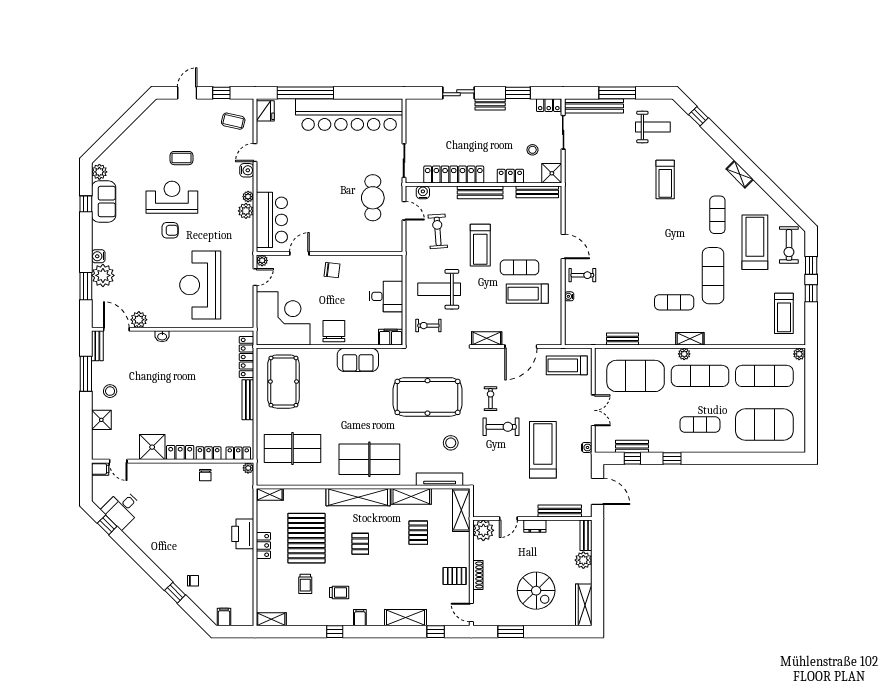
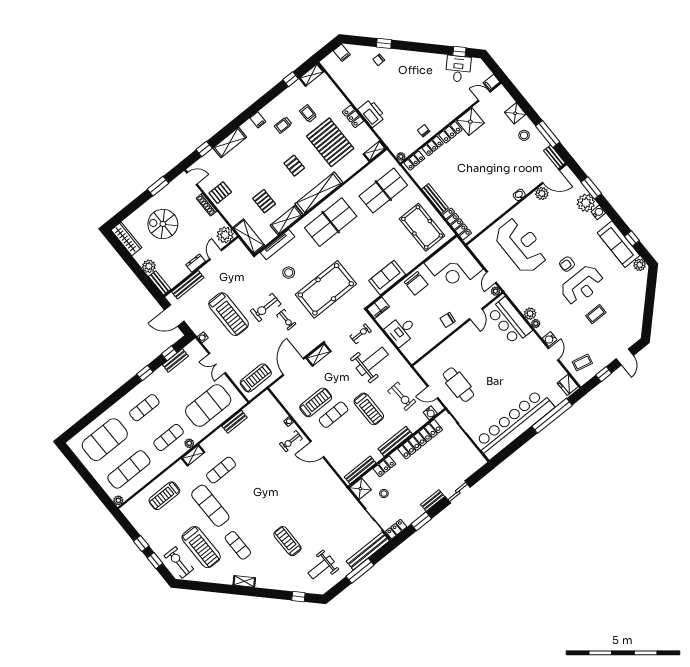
sofa: (104, 201) -> (618, 244), width x1.36
treadmill: (480, 245) -> (369, 409), turned 180
treadmill: (784, 313) -> (164, 496), moved, turned -90
exercise mat: (700, 376) -> (169, 438), width x0.73, depth x0.69
window: (335, 632) -> (291, 79), moved

